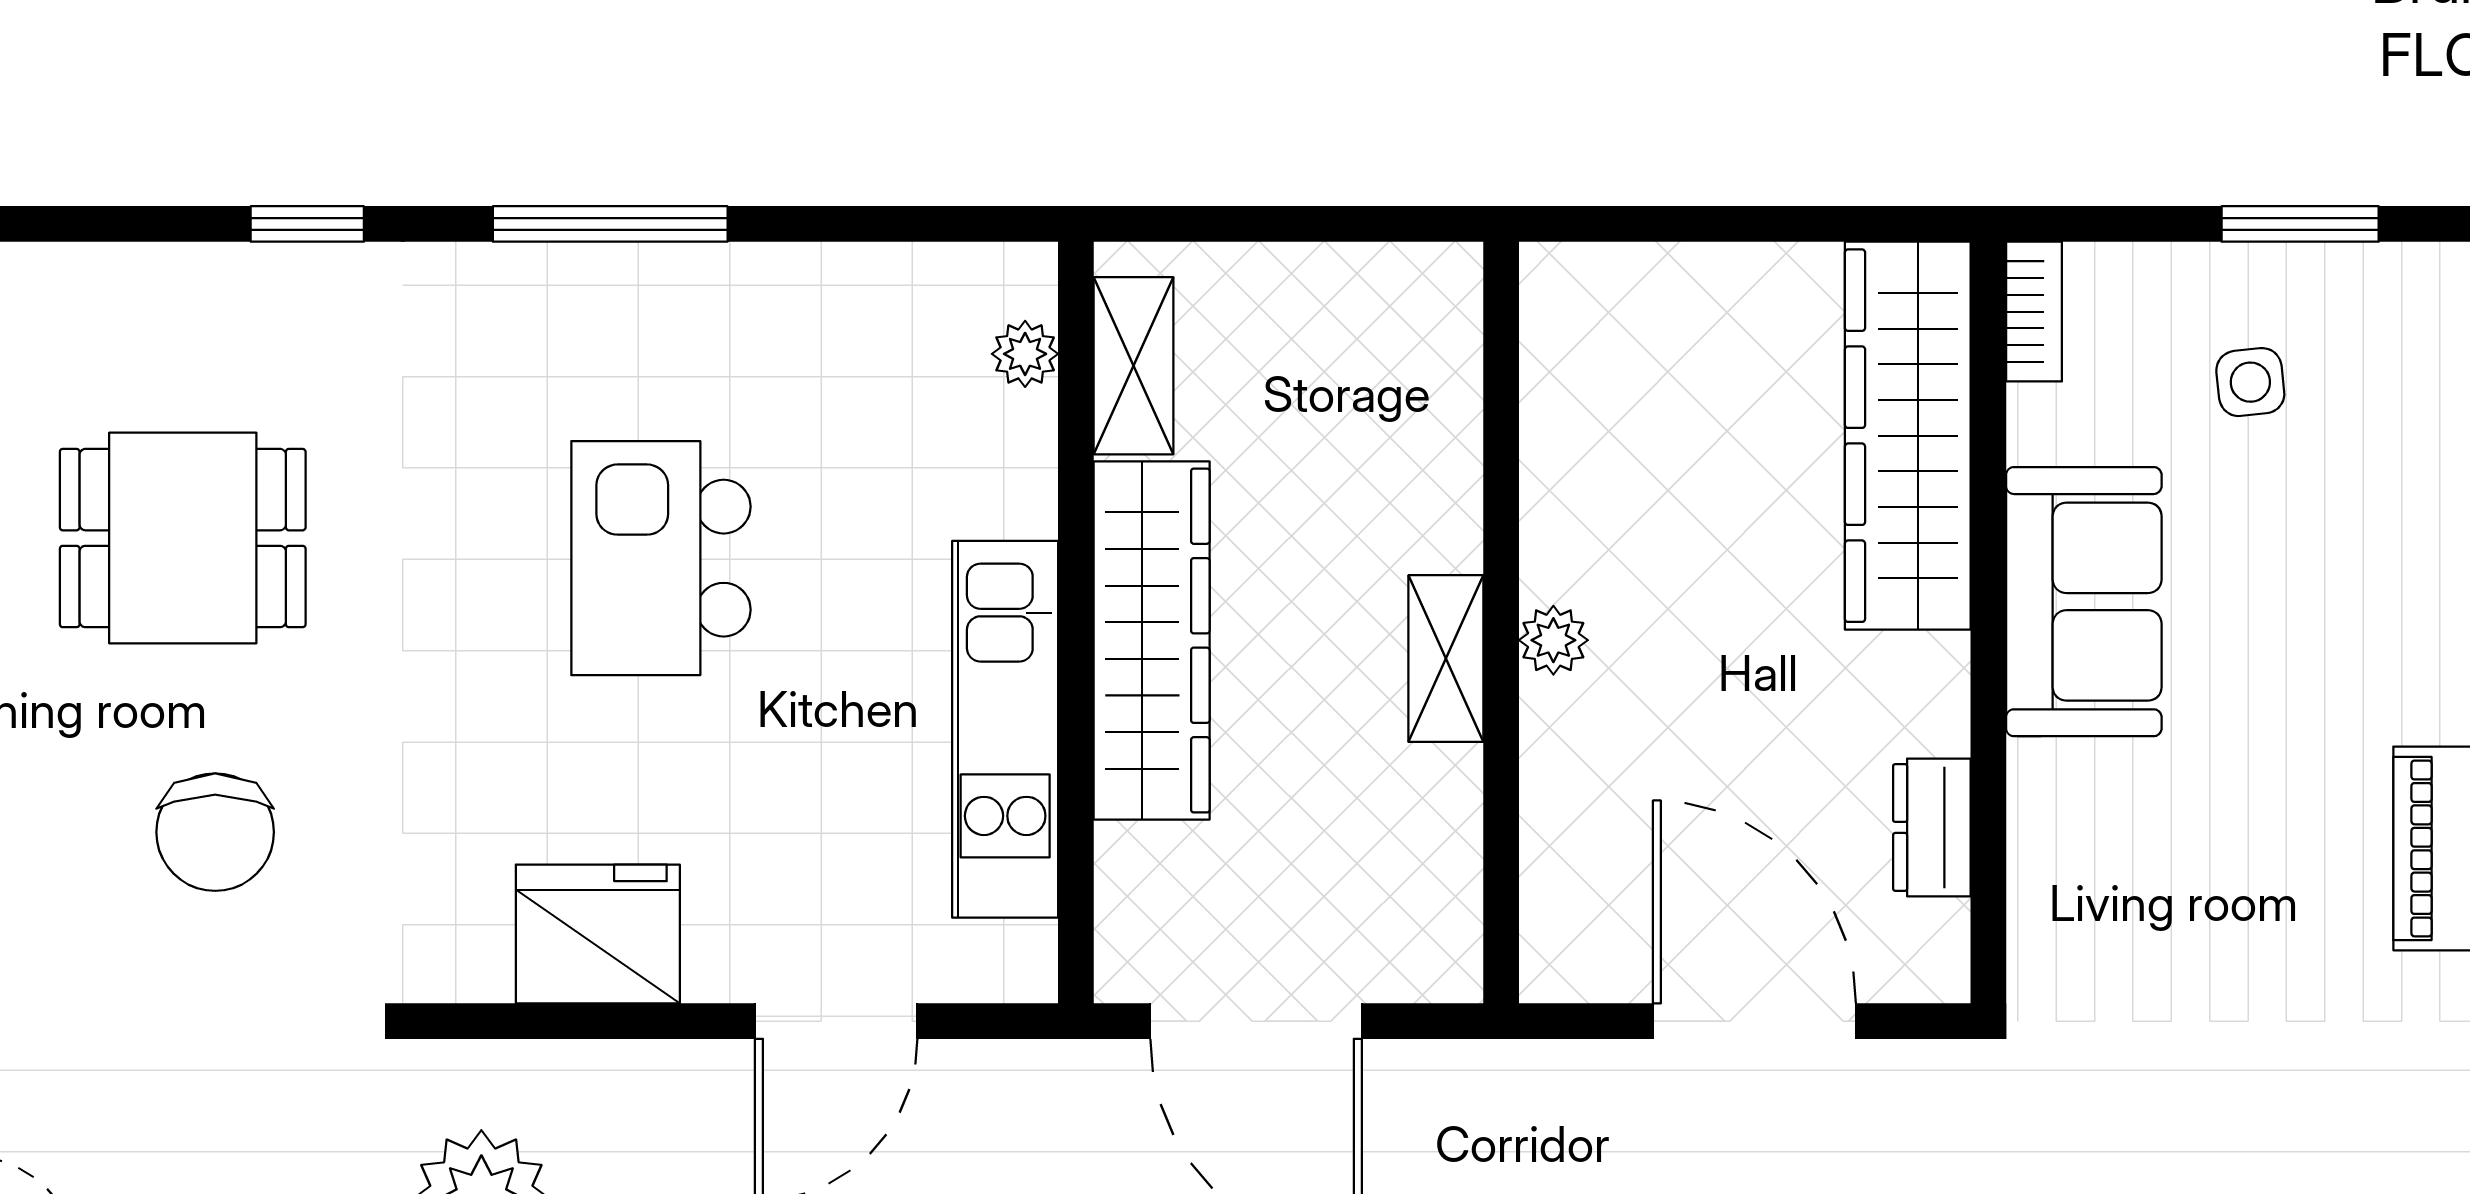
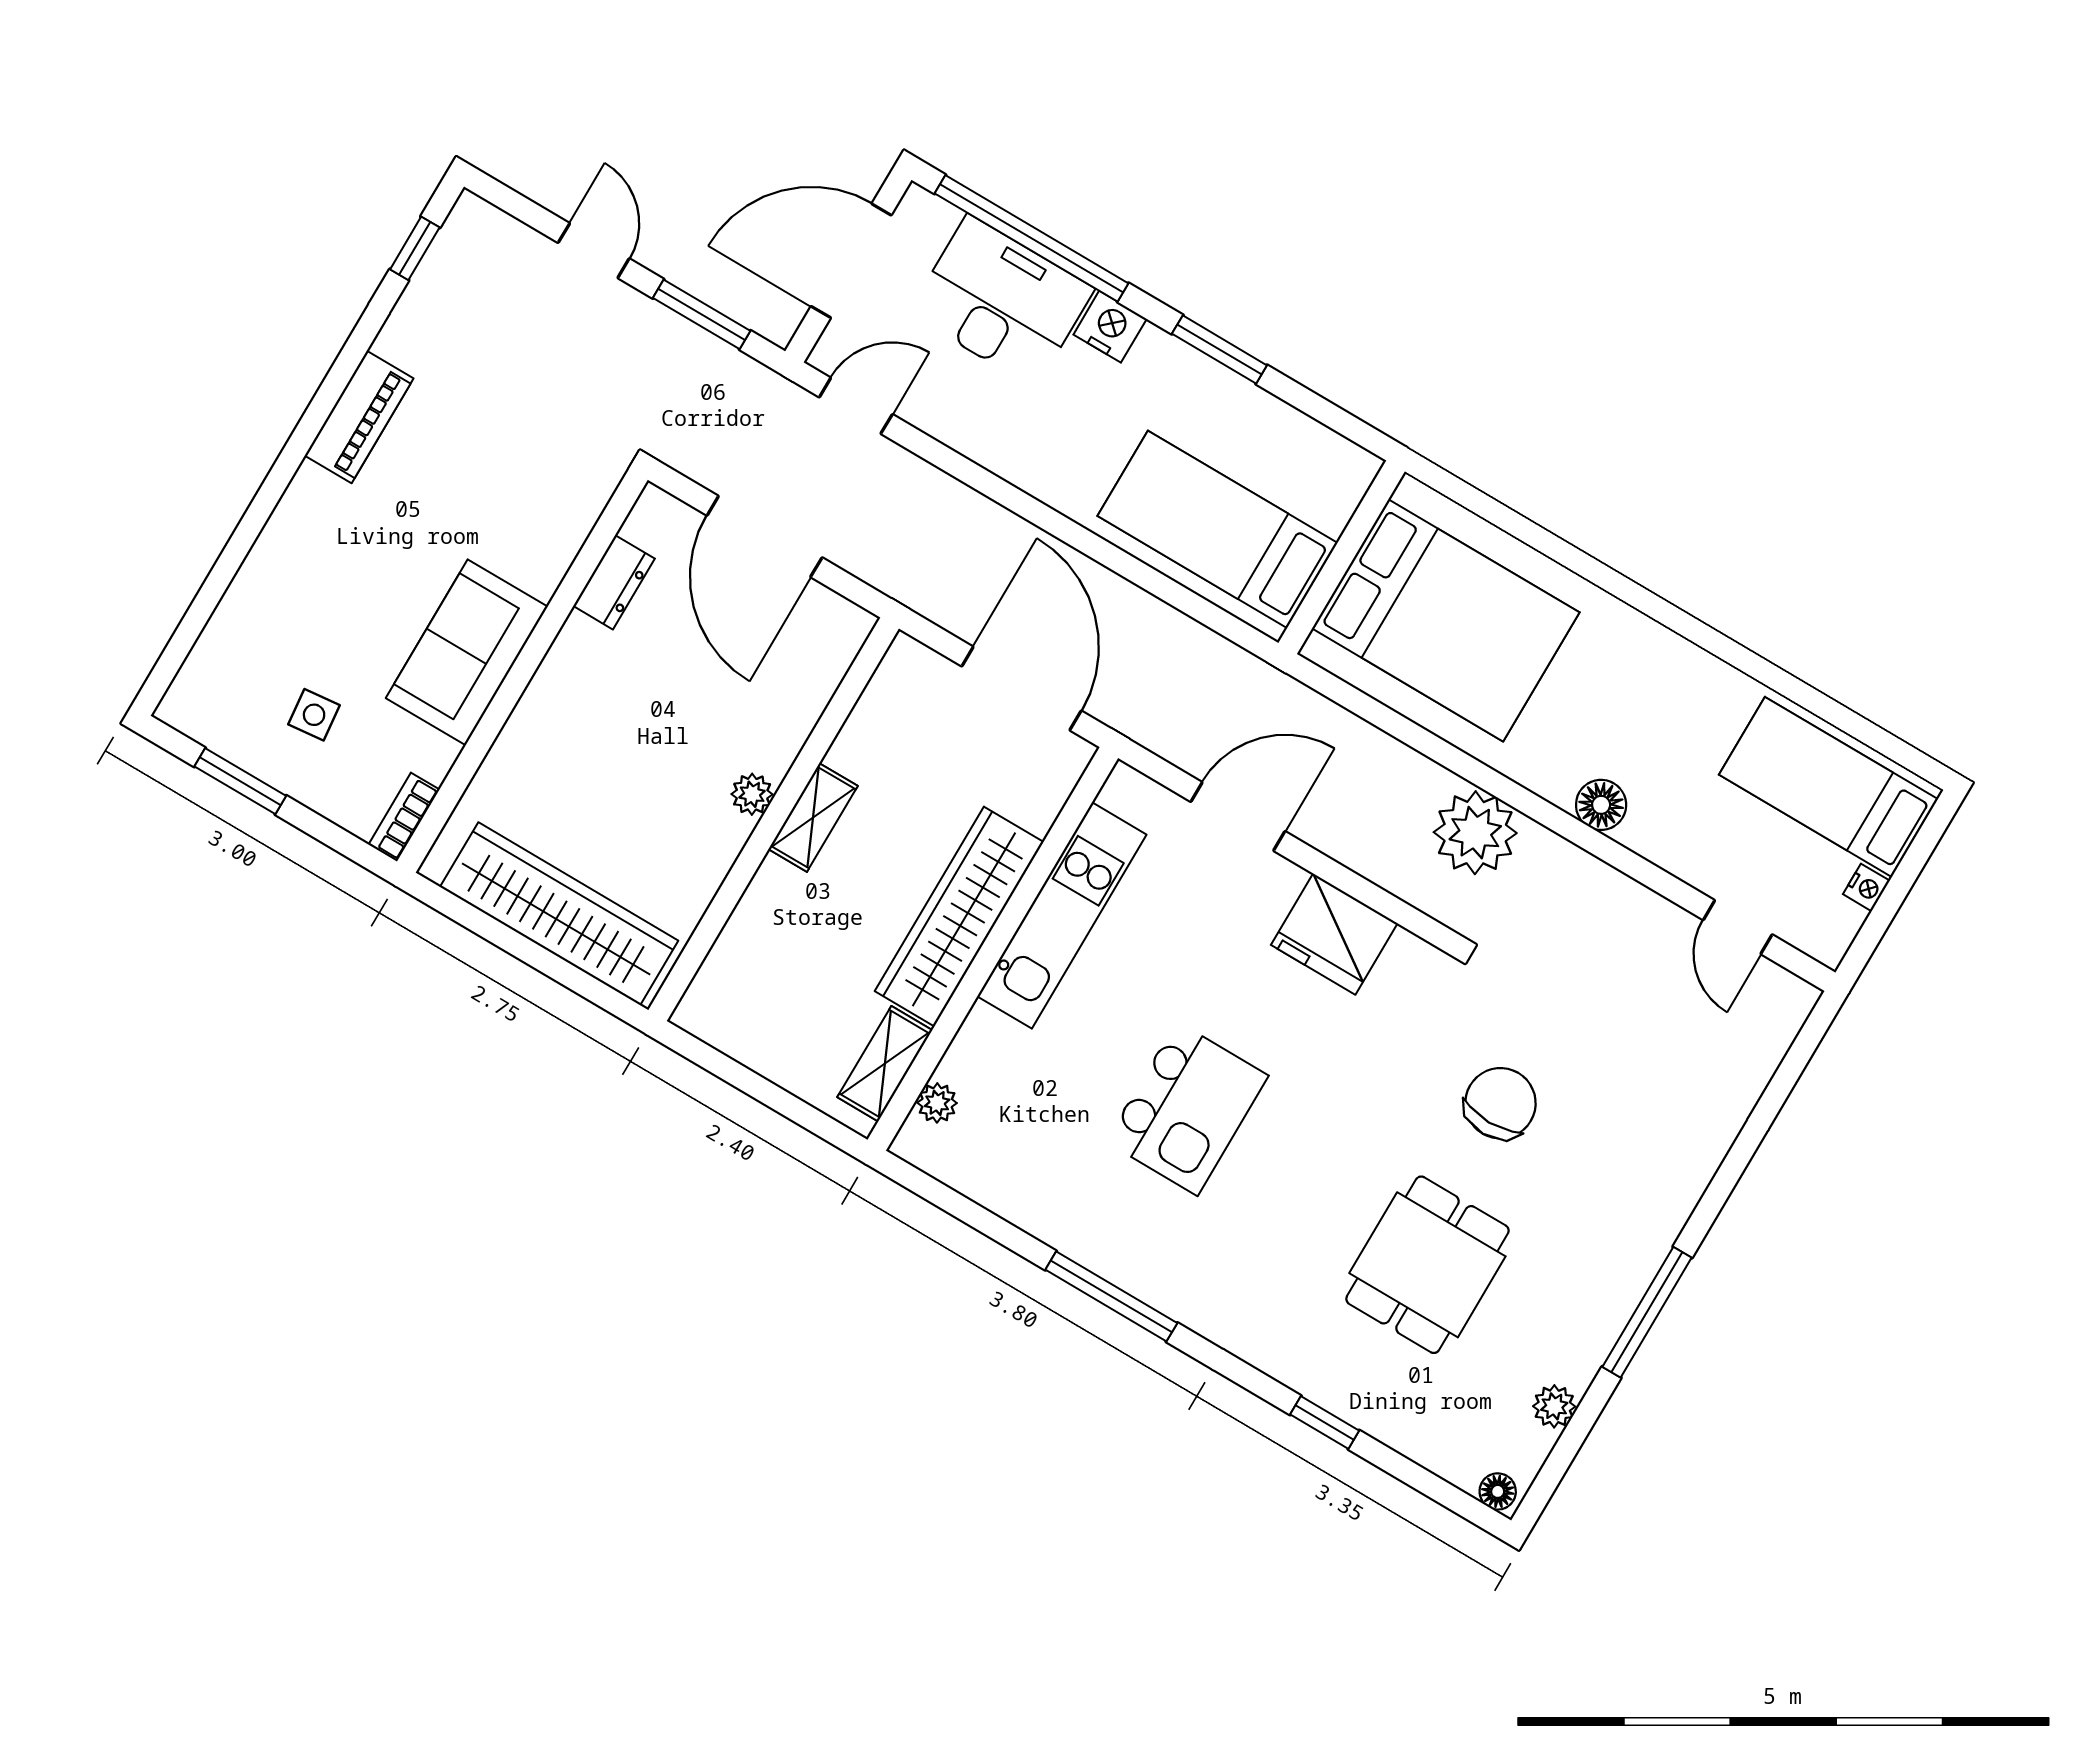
window: (307, 224) -> (1325, 1422), moved
wardrobe: (1908, 436) -> (559, 914), moved, turned -90
dining table: (183, 538) -> (1427, 1265), turned 90

